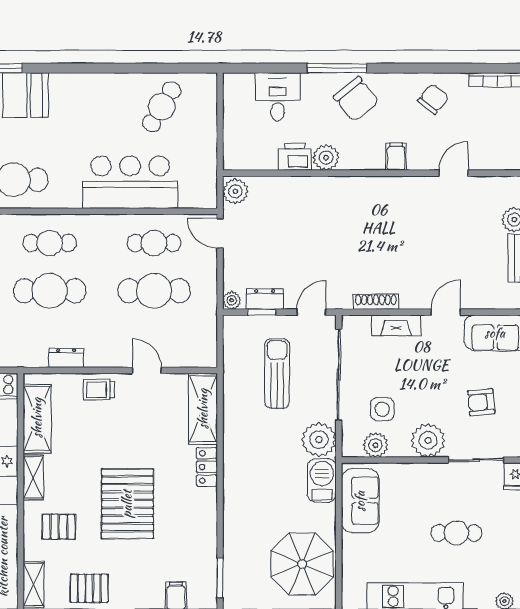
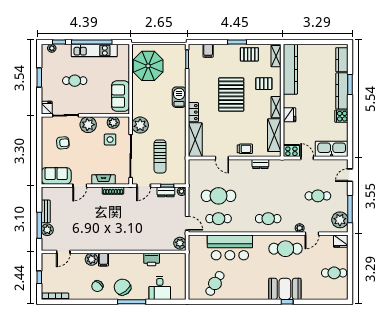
chair: (433, 99) -> (97, 286), moved
plant: (326, 157) -> (92, 259), moved
door: (453, 173) -> (63, 252), moved
cafe table: (50, 291) -> (268, 196), removed
barbecue: (322, 480) -> (179, 97), moved, turned 180

